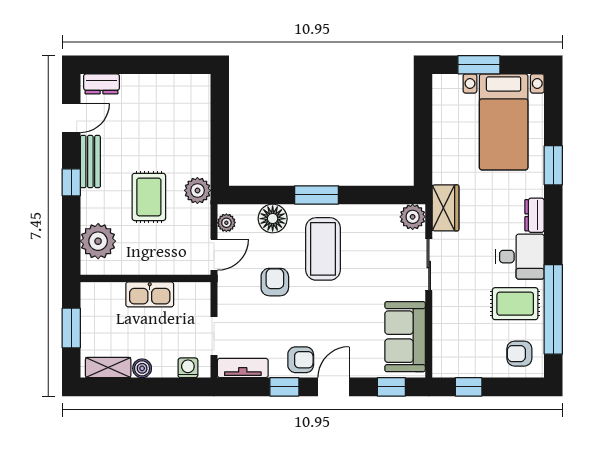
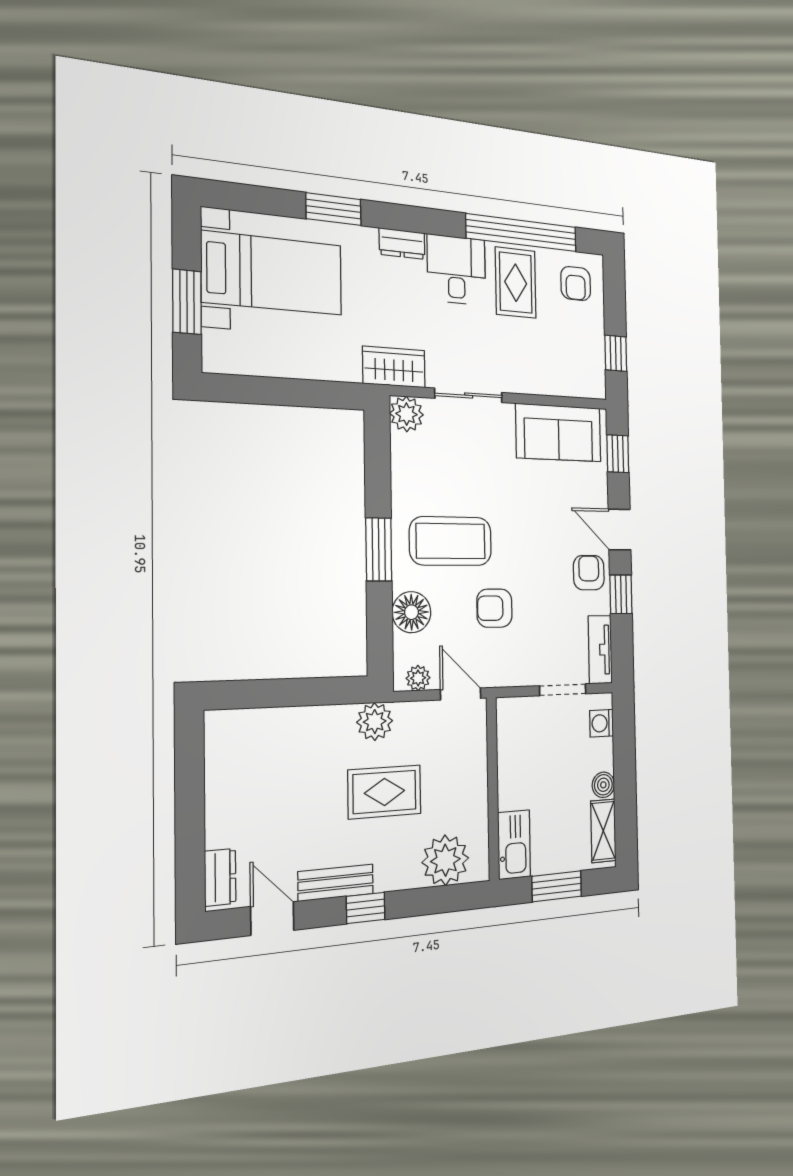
kitchen sink: (150, 294) -> (514, 845), moved

